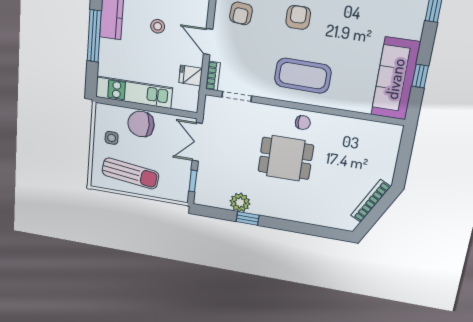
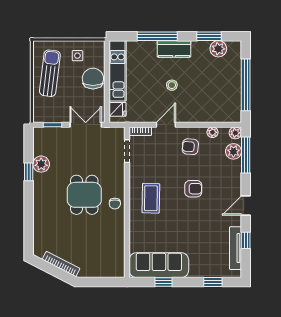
fridge: (191, 75) -> (118, 109), moved, turned 90
coffee table: (303, 76) -> (151, 198), width x0.73, depth x0.76
sun lounger: (130, 173) -> (50, 73), turned 180

